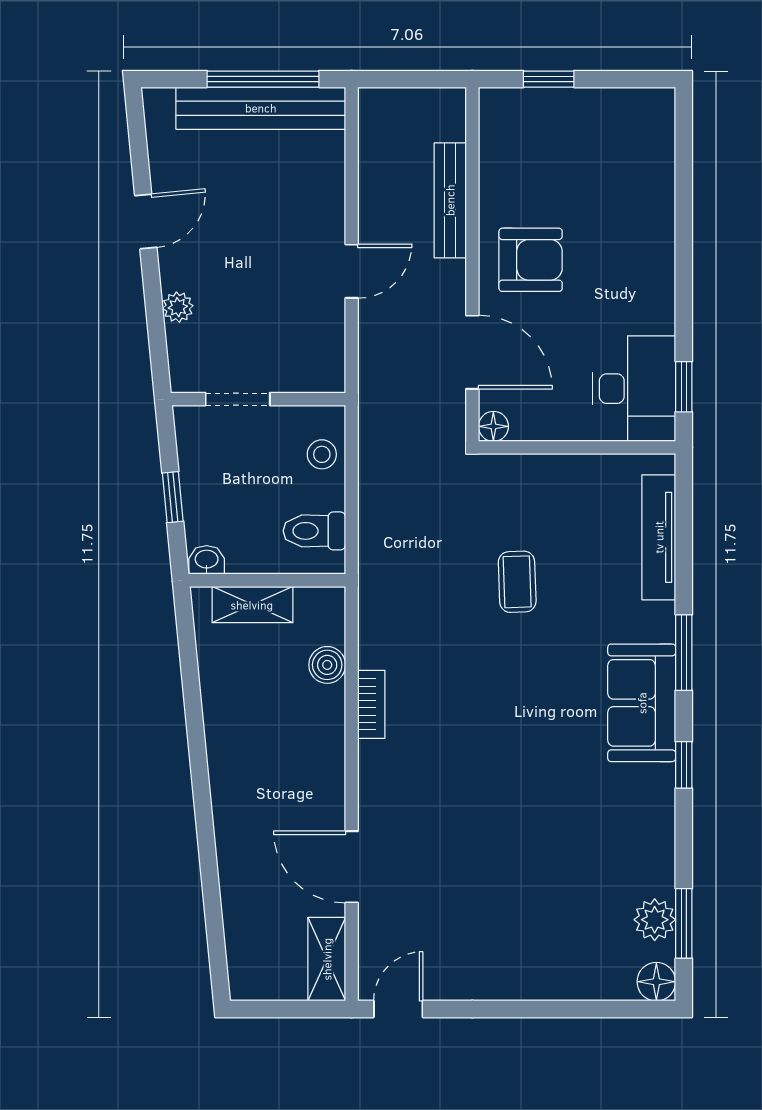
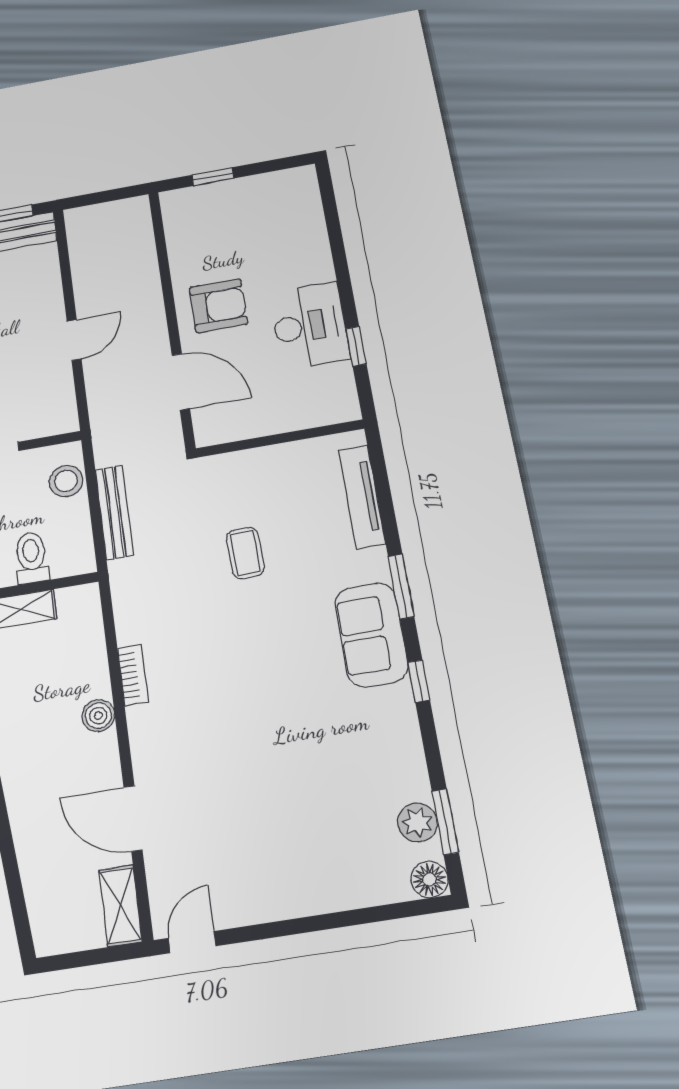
bench: (450, 200) -> (114, 512), moved
window: (684, 387) -> (356, 346), moved
desk: (634, 389) -> (310, 326), moved
floor lamp: (493, 426) -> (207, 435), removed
stool: (322, 454) -> (66, 481), width x1.37, depth x1.37
toilet: (314, 531) -> (31, 558), moved, turned 90
boiler: (327, 665) -> (98, 716), moved

